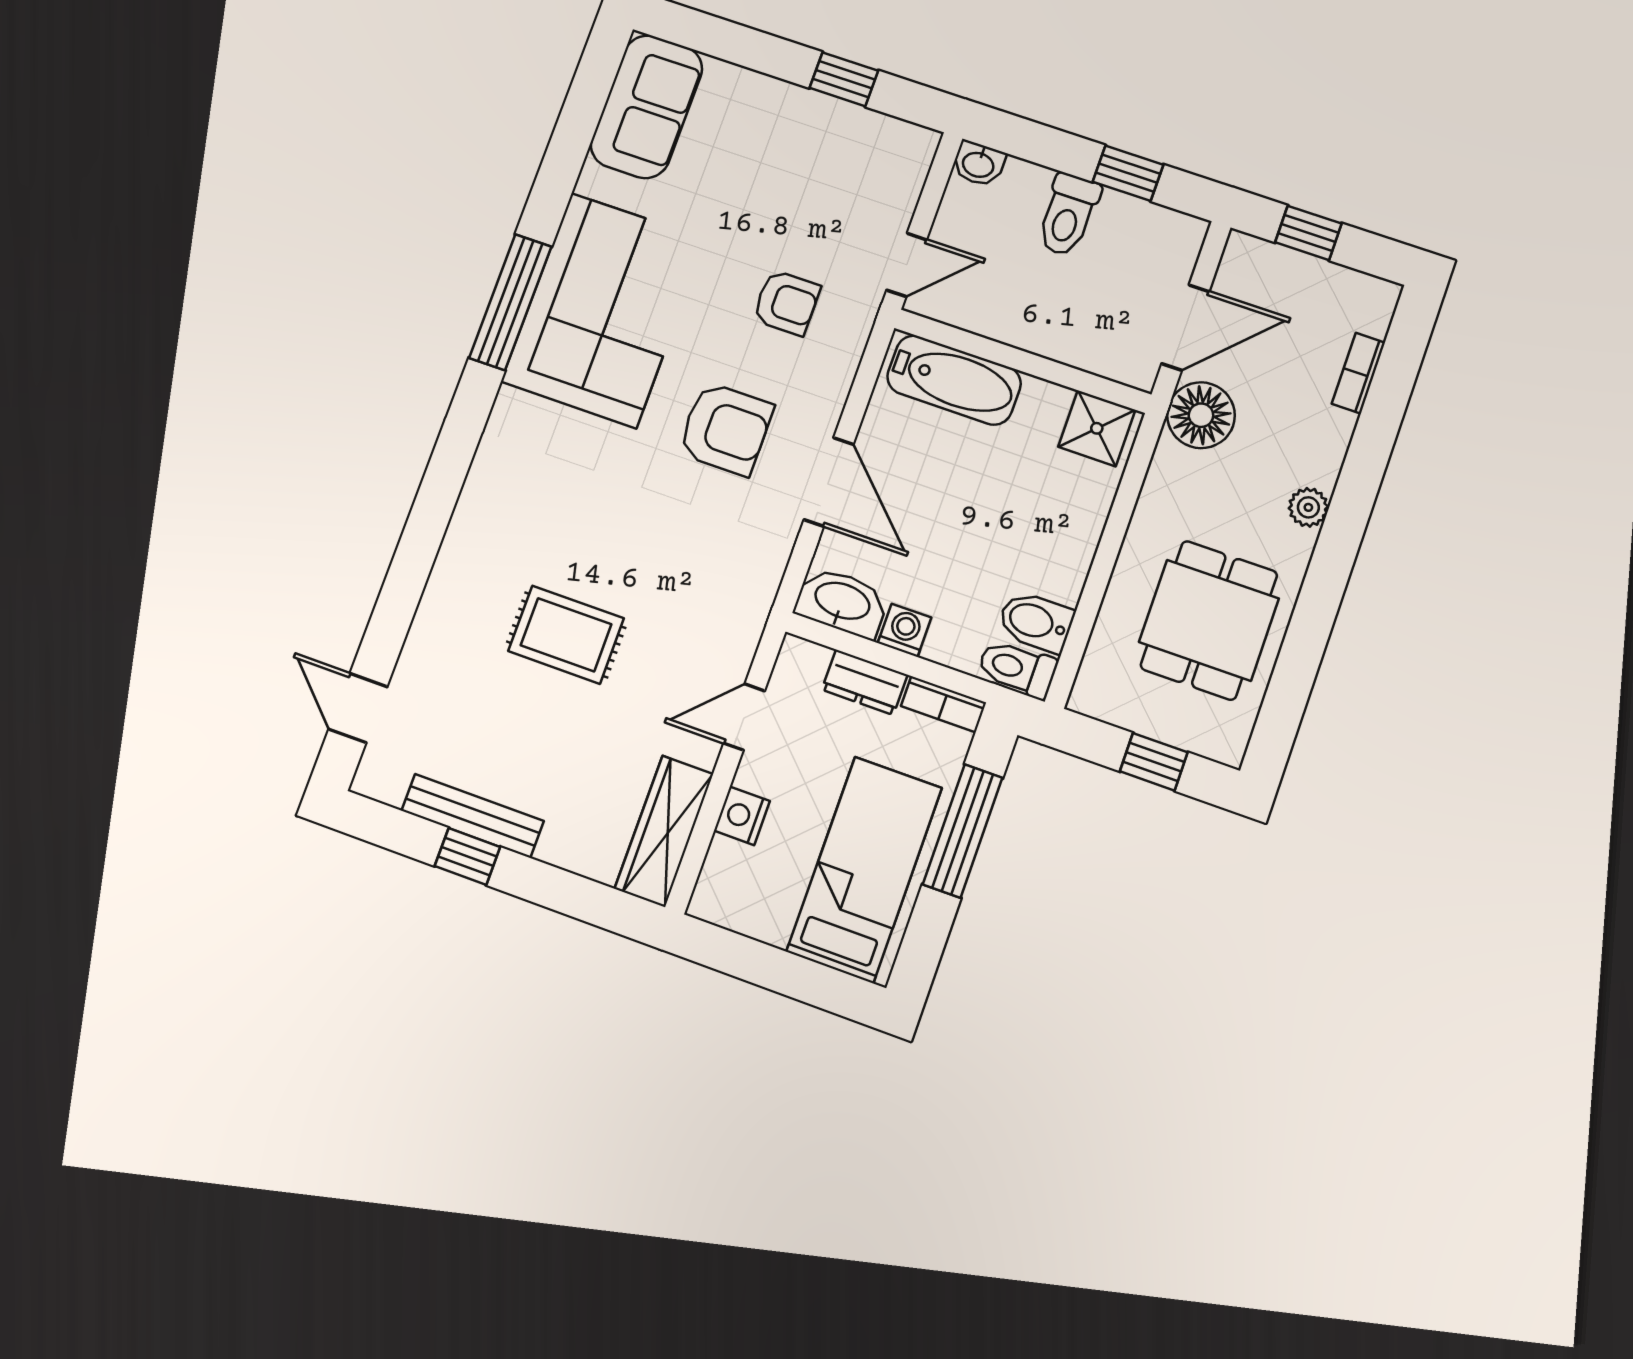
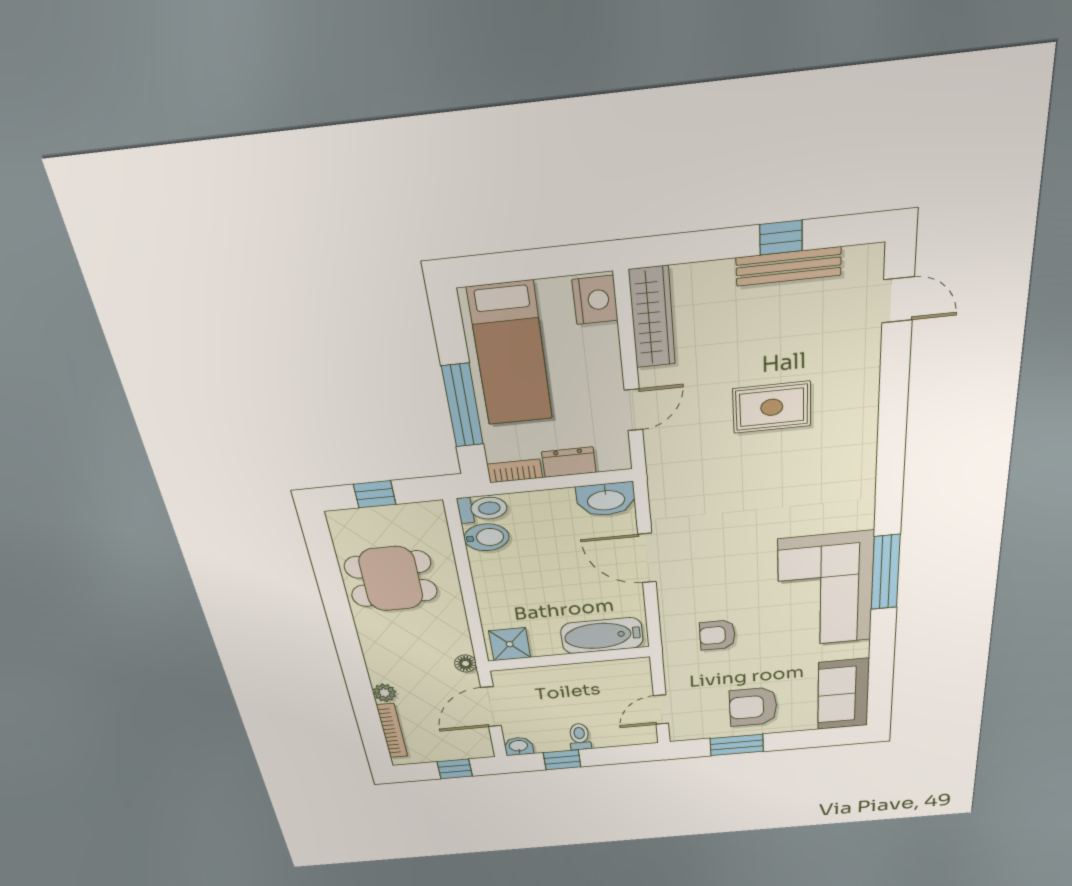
window: (844, 79) -> (737, 745), width x1.50
washbasin: (978, 164) -> (519, 746), moved
toilet: (1068, 215) -> (580, 737), width x0.73, depth x0.72
door: (907, 265) -> (661, 710), moved
bookcase: (1358, 373) -> (392, 731), width x1.56
floor lamp: (1201, 415) -> (466, 663), width x0.53, depth x0.53
armchair: (726, 429) -> (753, 707), moved
plant: (1308, 507) -> (384, 693), moved
dining table: (1209, 620) -> (391, 579), turned 90
washing machine: (904, 630) -> (560, 500), removed
nightstand: (742, 816) -> (595, 300), moved, width x1.36, depth x1.33

